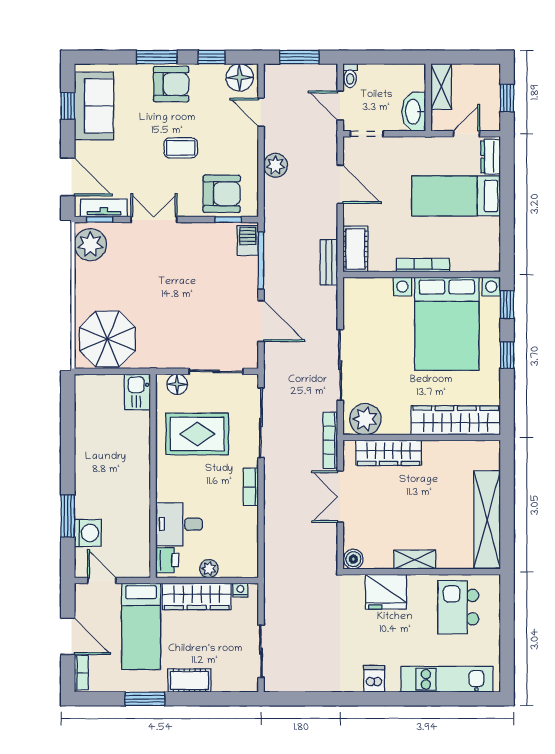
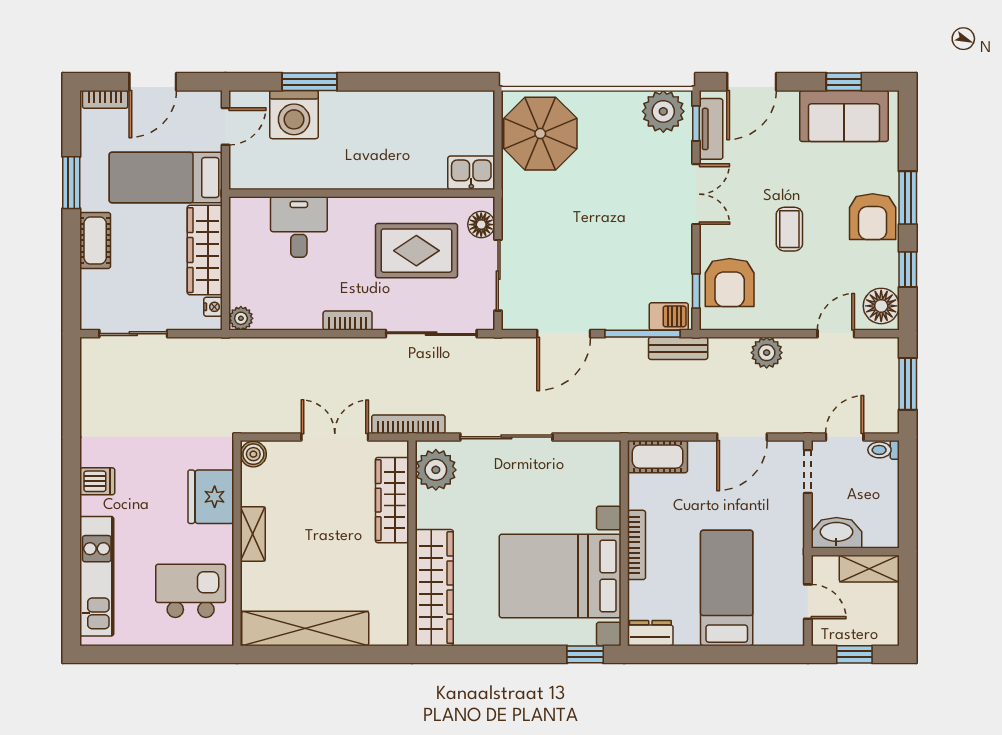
dresser: (491, 157) -> (650, 633), moved
bench: (329, 262) -> (678, 348), moved
window: (507, 355) -> (519, 654), removed
rug: (197, 434) -> (416, 251), turned 90
washing machine: (88, 533) -> (294, 115), width x1.37, depth x1.37
printer: (167, 560) -> (252, 211), removed
plant: (209, 569) -> (241, 318), moved

